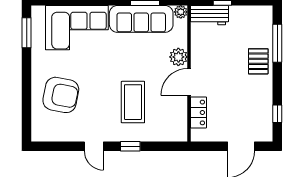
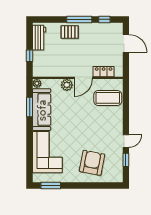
workbench: (210, 15) -> (39, 38), moved
window: (277, 43) -> (79, 19), moved
door: (189, 82) -> (83, 78), hinge flipped
coffee table: (133, 102) -> (108, 98), moved
window: (130, 146) -> (126, 160), moved

